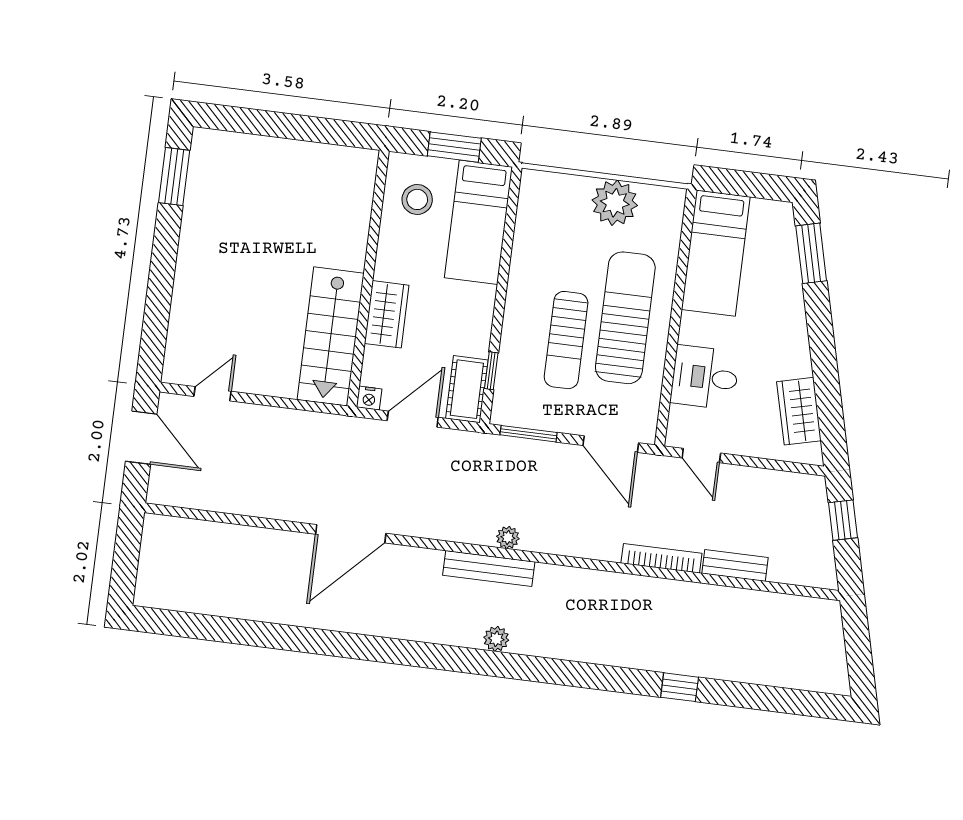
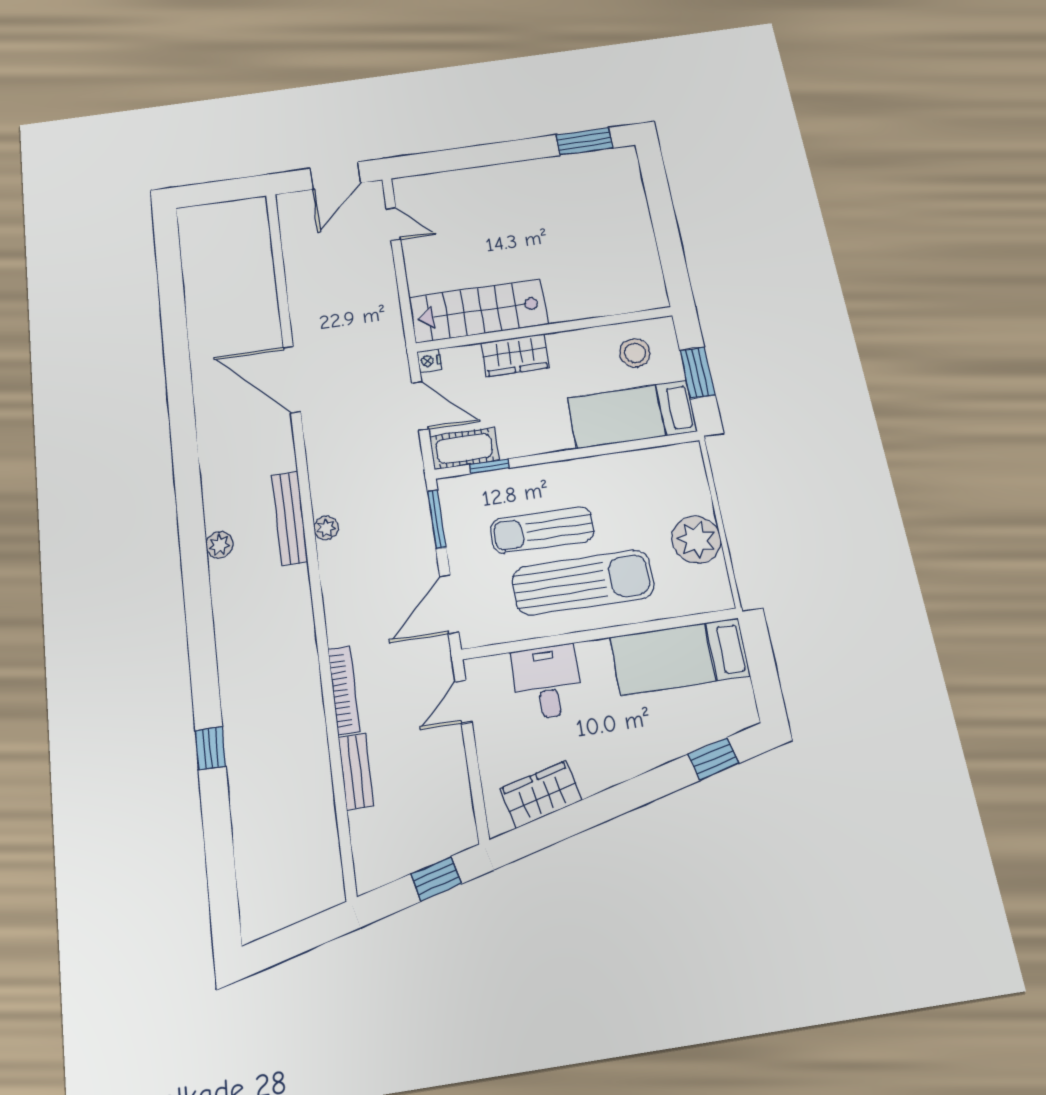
window: (811, 253) -> (714, 759), width x0.67

